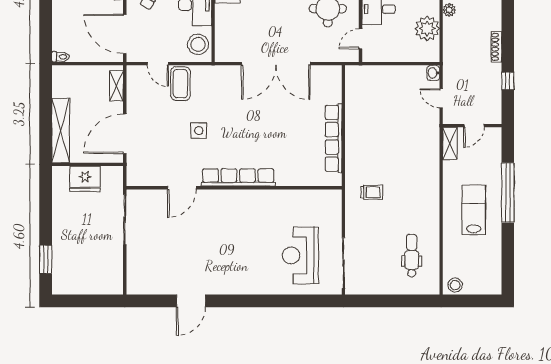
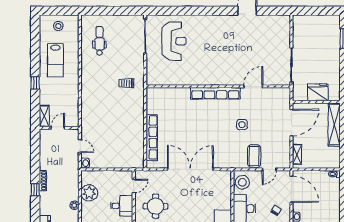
door: (158, 64) -> (269, 169), swing flipped
window: (508, 81) -> (35, 190), moved
row of seats: (334, 138) -> (152, 137), moved
shelving: (450, 143) -> (44, 116), moved
window: (508, 193) -> (35, 83), width x0.32
lab bench: (474, 210) -> (55, 60), moved
dental chair: (412, 256) -> (99, 41), turned 180
stool: (455, 285) -> (58, 26), moved

